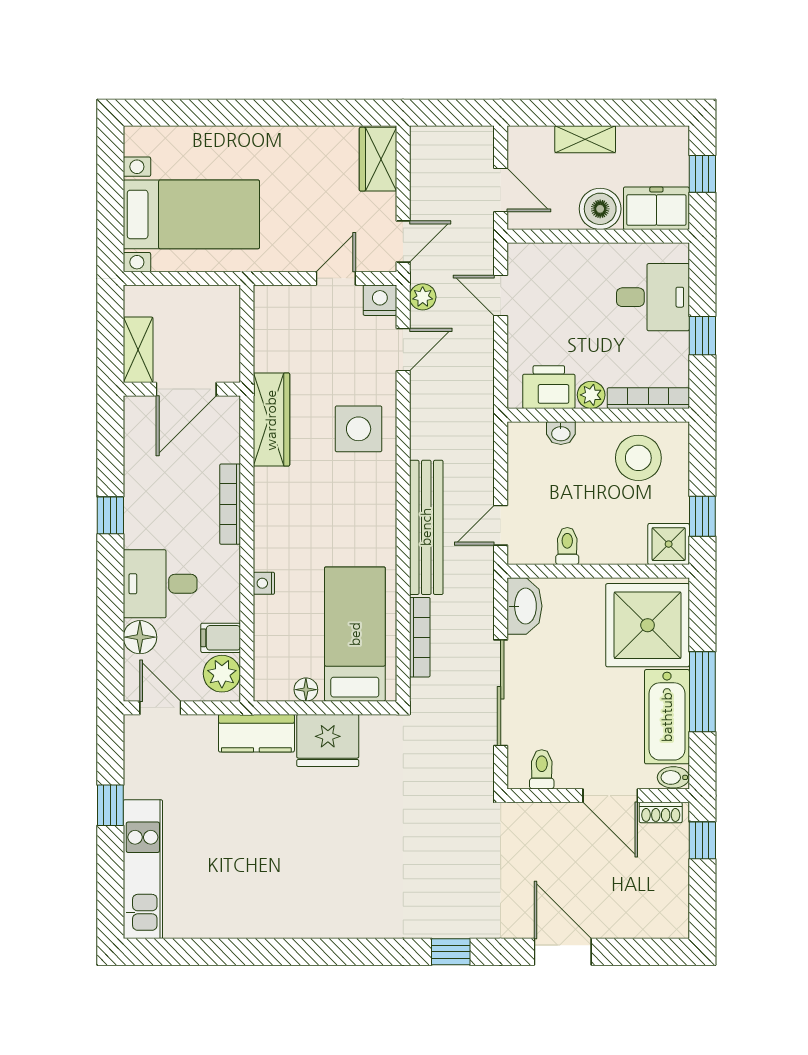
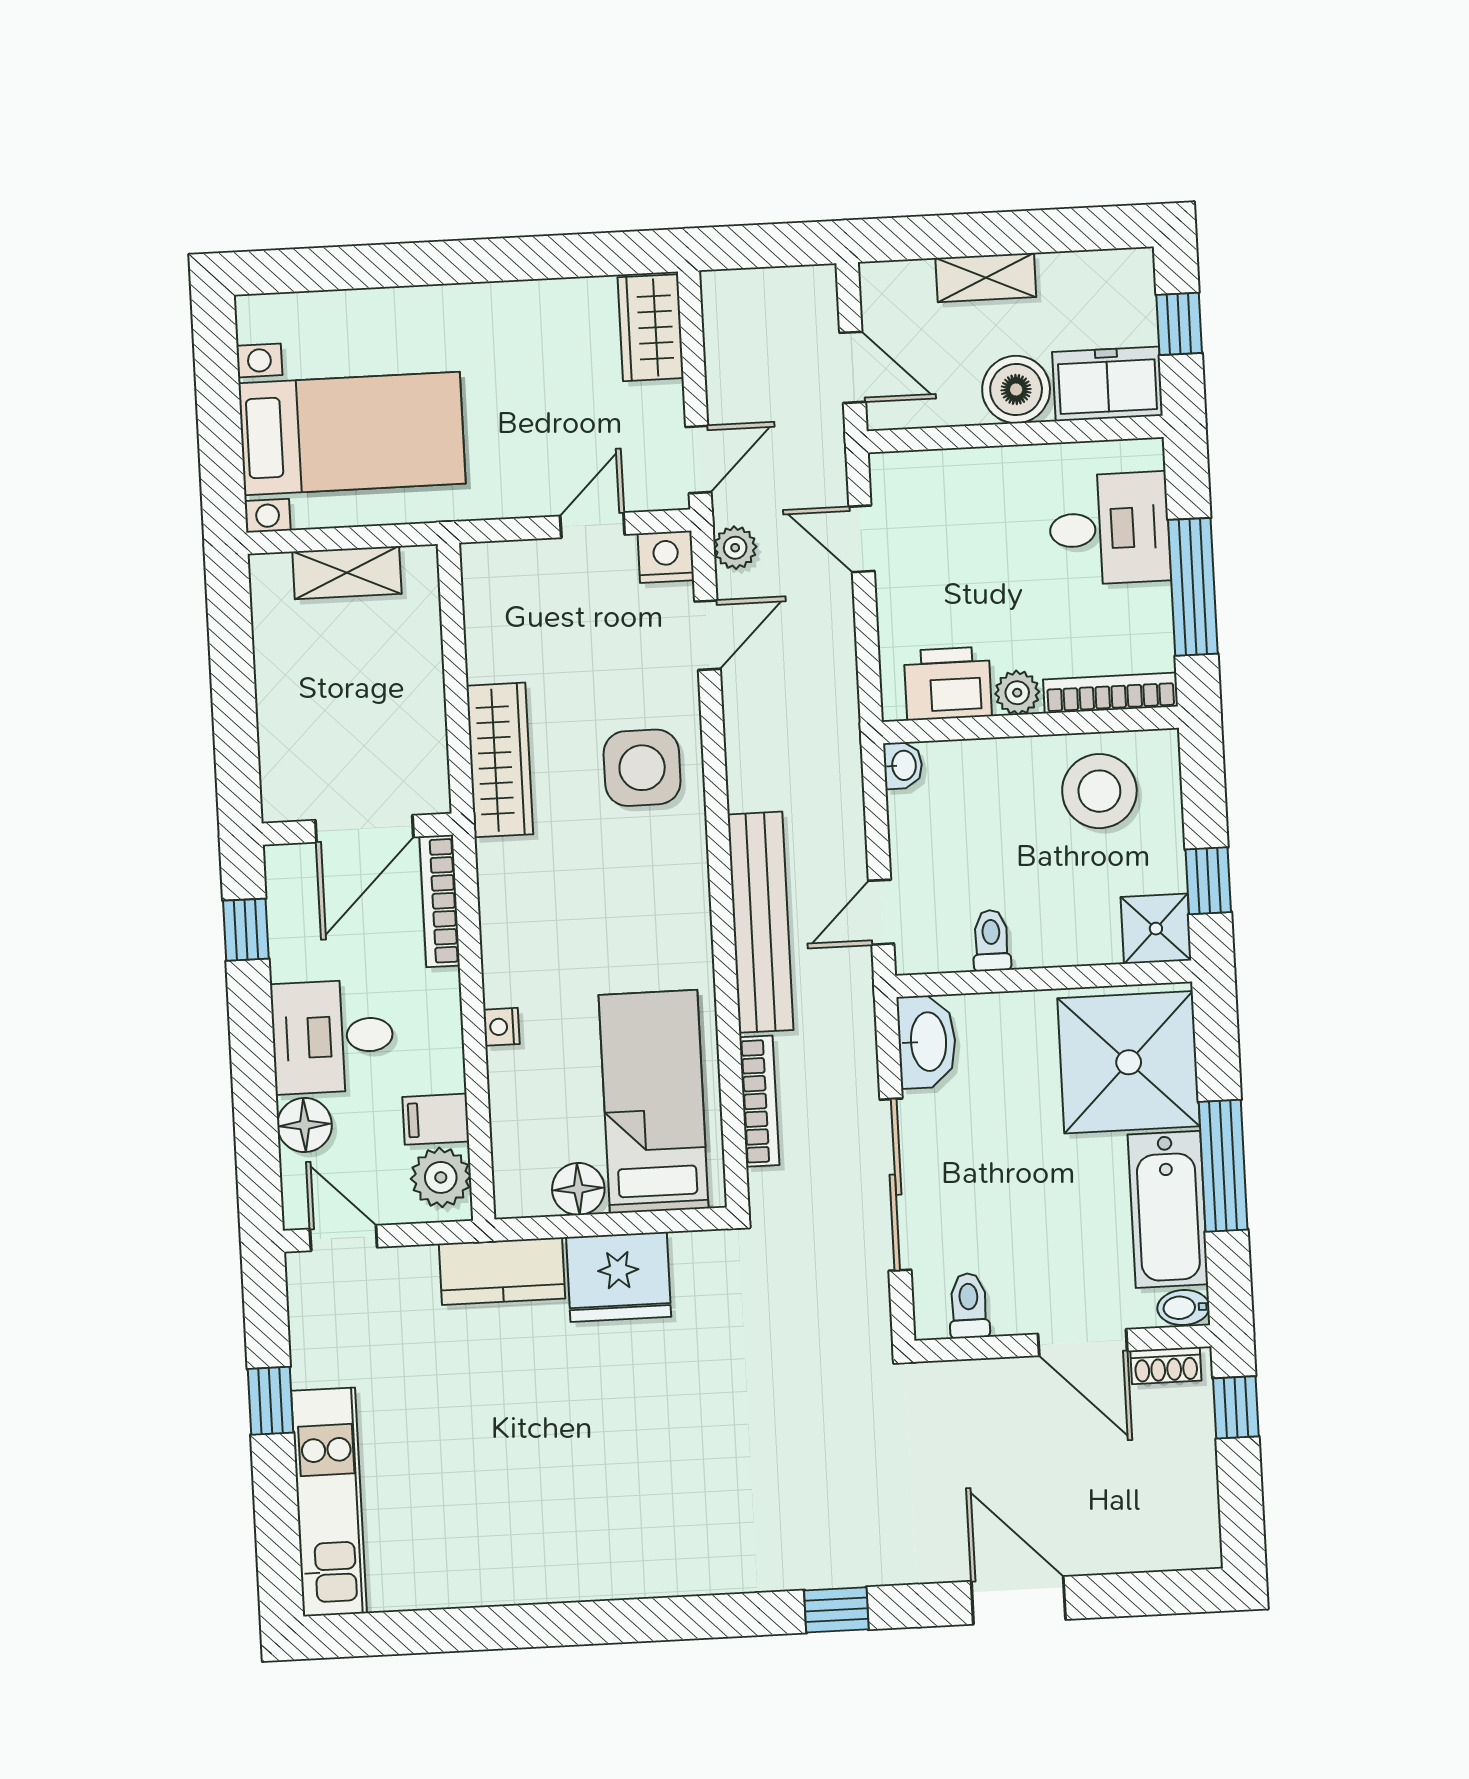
window: (702, 336) -> (1193, 587), width x2.17
shelving: (138, 350) -> (347, 573), moved, turned 90
wall: (182, 389) -> (357, 829), moved
door: (186, 389) -> (364, 829), moved
washbasin: (561, 433) -> (903, 765), moved, turned -90
floor lamp: (306, 690) -> (578, 1189), width x1.37, depth x1.37

